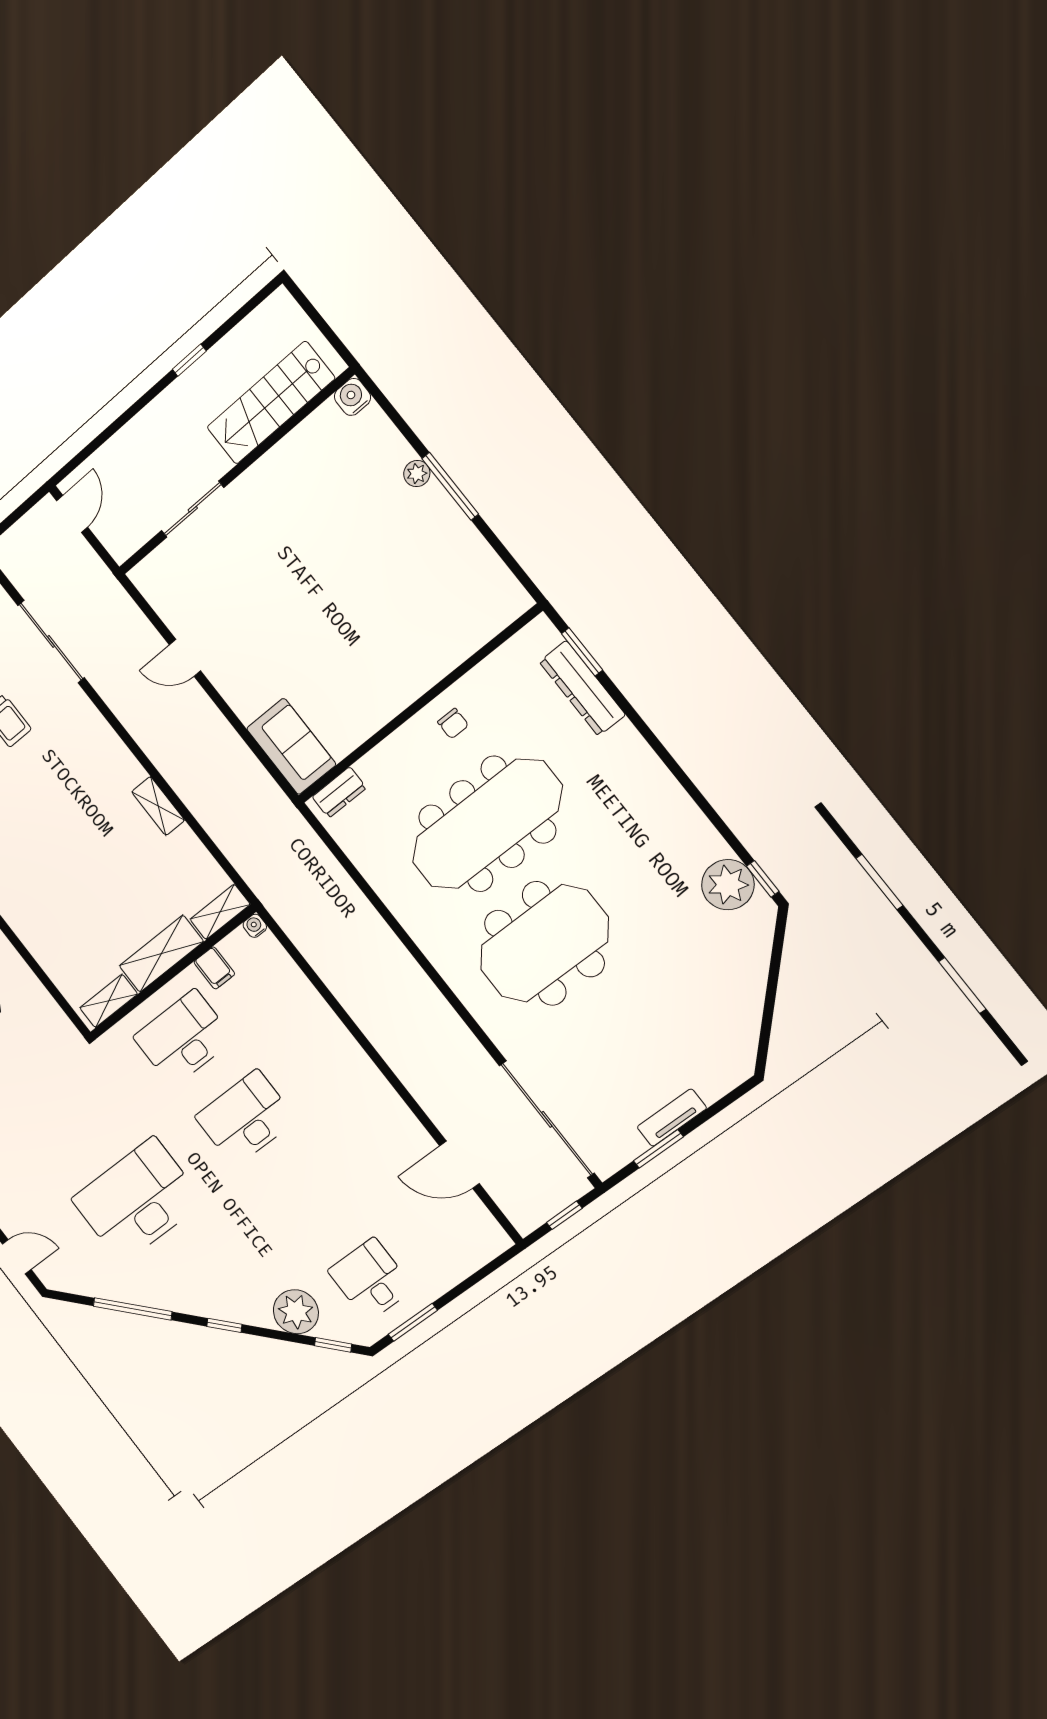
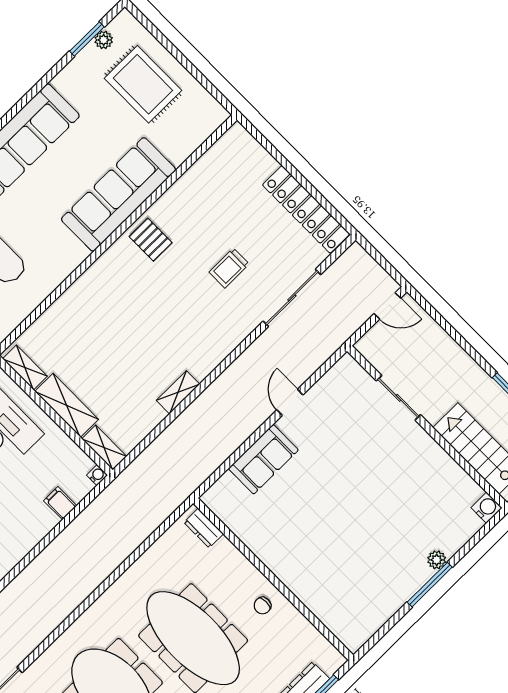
sofa: (291, 746) -> (263, 459), moved
filing cabinet: (214, 968) -> (60, 503), moved, turned 90

